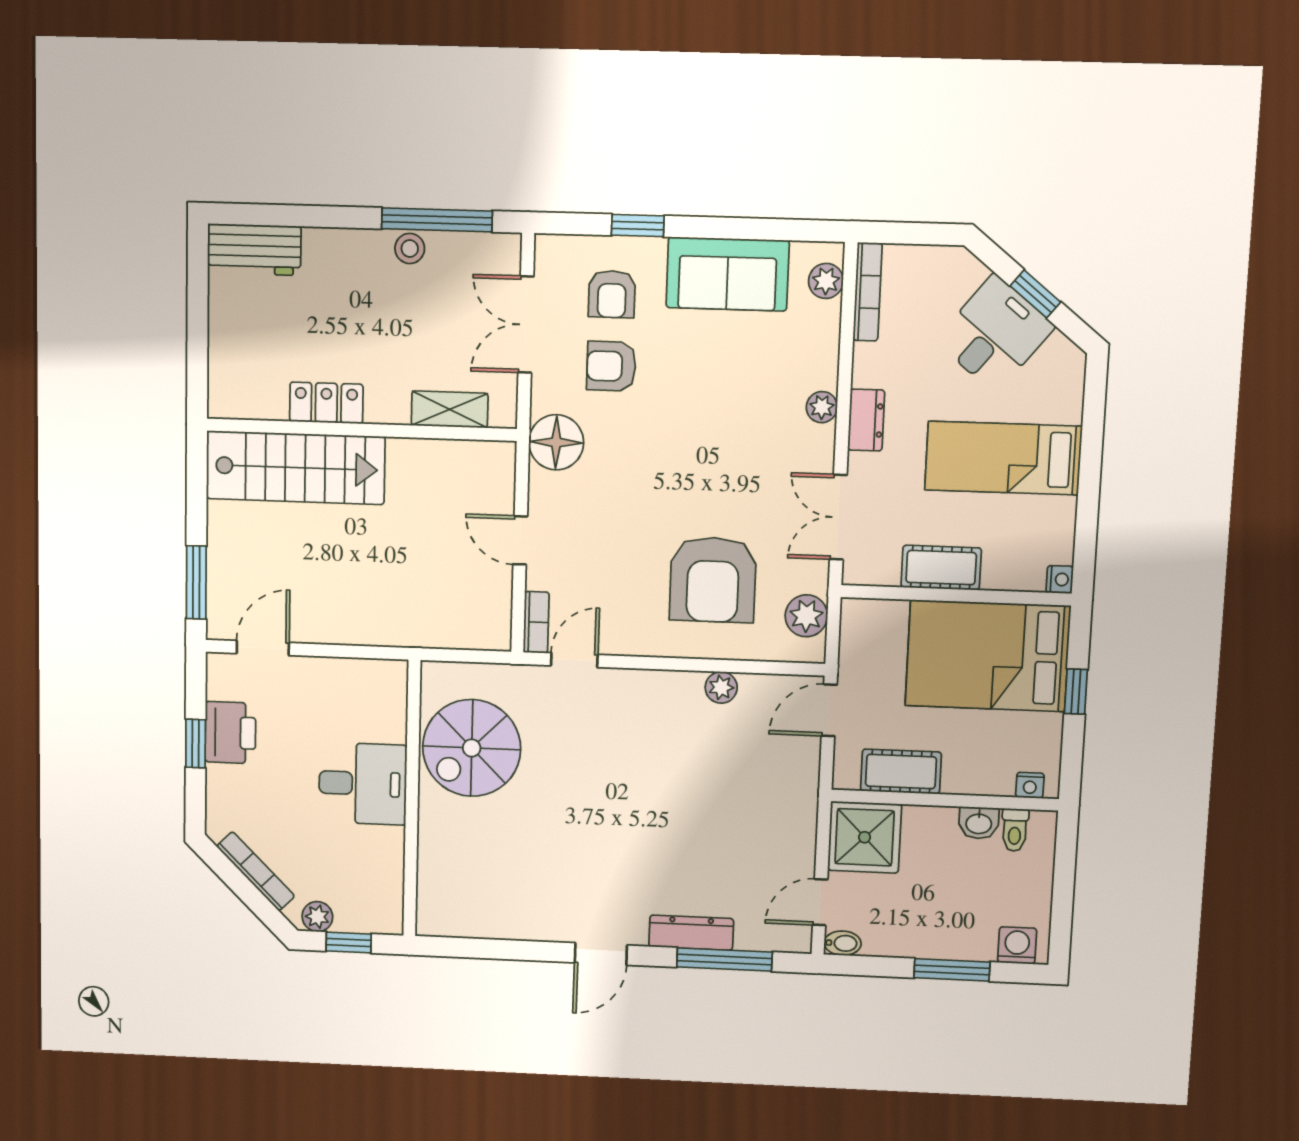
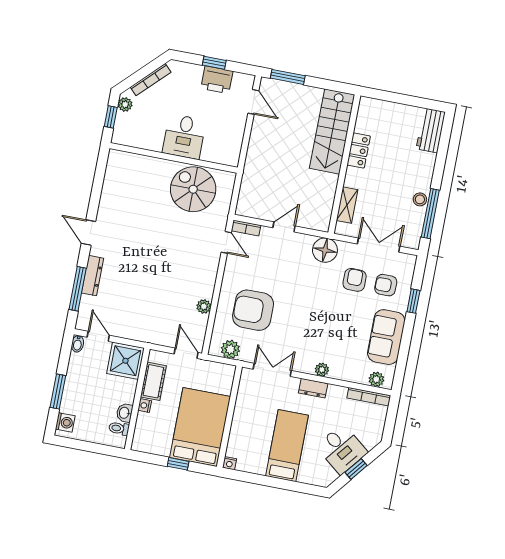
cot: (941, 568) -> (243, 412), removed
nightstand: (1030, 785) -> (145, 406), moved

